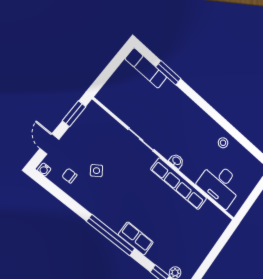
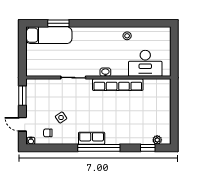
exam couch: (146, 68) -> (49, 35), width x1.36, depth x1.45
row of seats: (136, 238) -> (92, 138), moved

